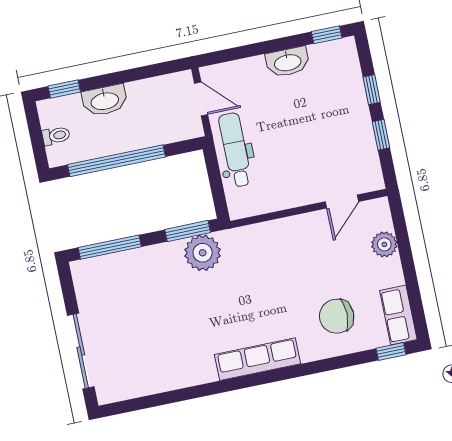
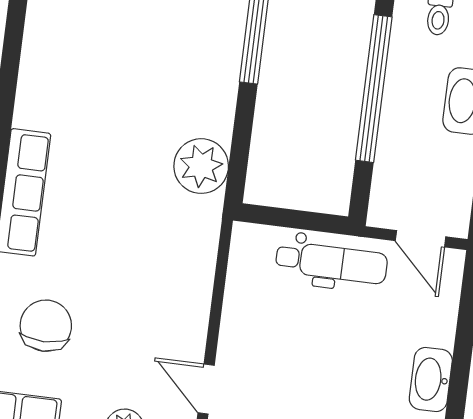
door: (201, 99) -> (421, 239), hinge flipped
window: (188, 231) -> (239, 155), removed

